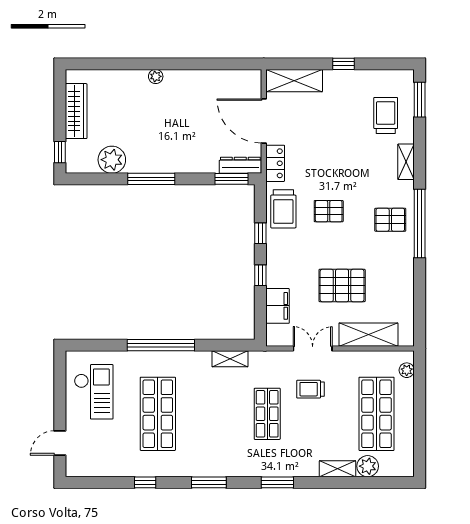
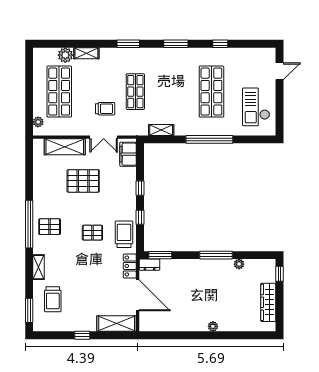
plant: (112, 160) -> (239, 264), width x0.53, depth x0.53
dresser: (240, 165) -> (150, 265), width x0.70
filing cabinet: (278, 306) -> (128, 154), moved

